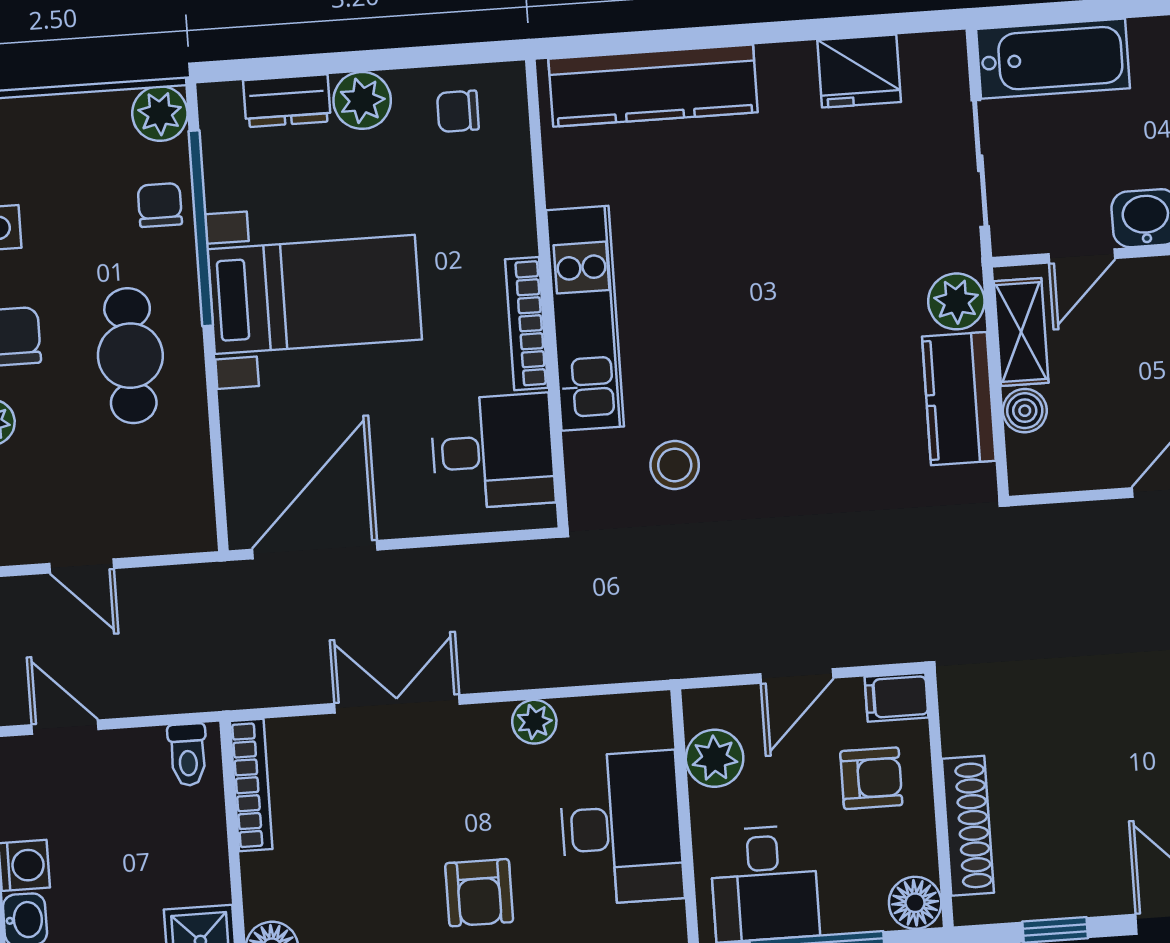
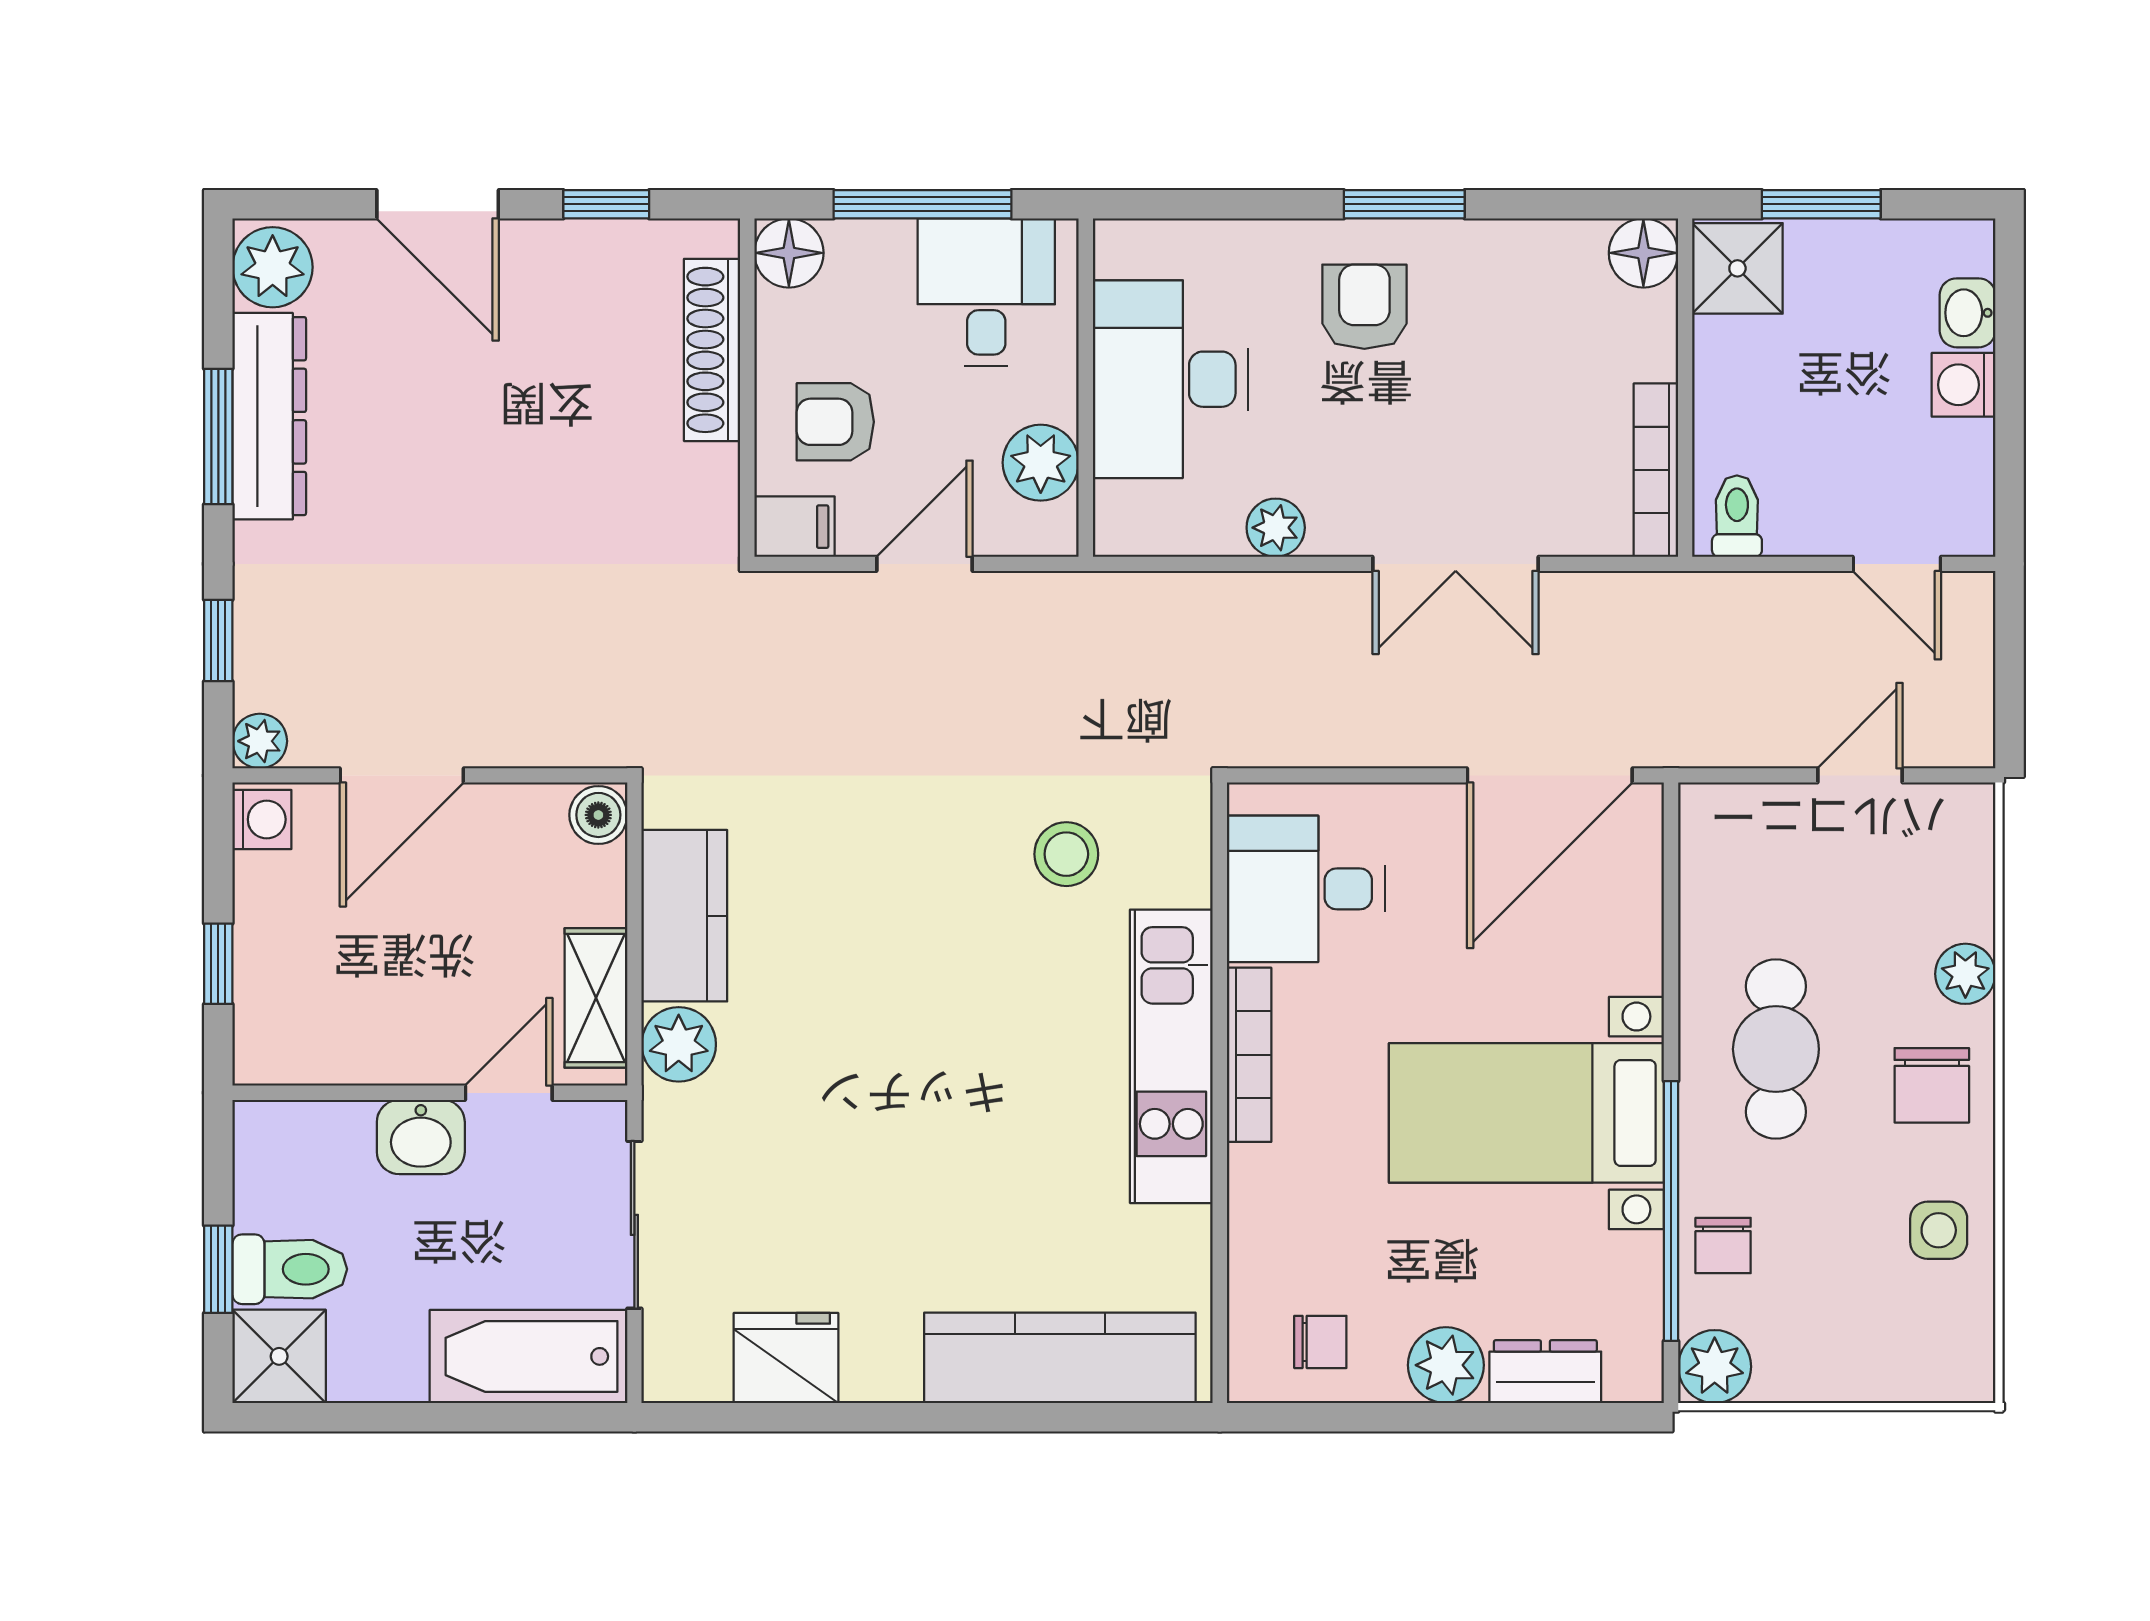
boiler: (1025, 411) -> (598, 815), moved
door: (82, 566) -> (1860, 775), hinge flipped

